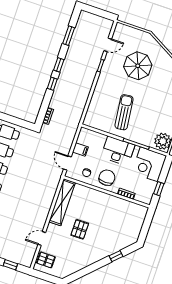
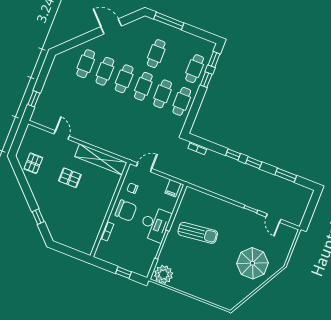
parasol: (138, 66) -> (252, 263), moved
filing cabinet: (80, 149) -> (173, 188), moved
corner desk: (149, 164) -> (139, 258), removed
window: (159, 189) -> (124, 273), moved
pallet: (46, 260) -> (33, 163), moved

